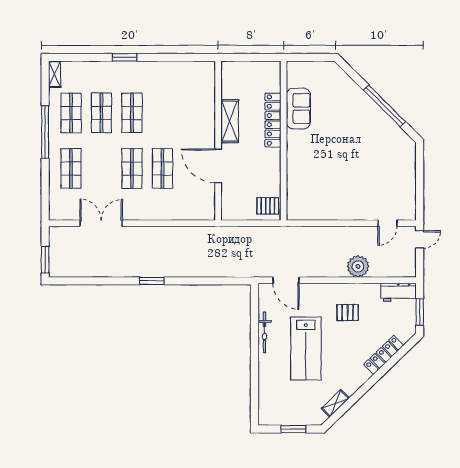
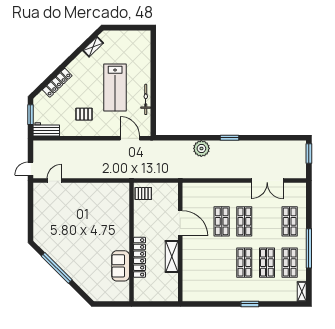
plant: (358, 266) -> (201, 148), moved
lab bench: (306, 349) -> (115, 87), turned 180
window: (293, 429) -> (124, 28), removed

